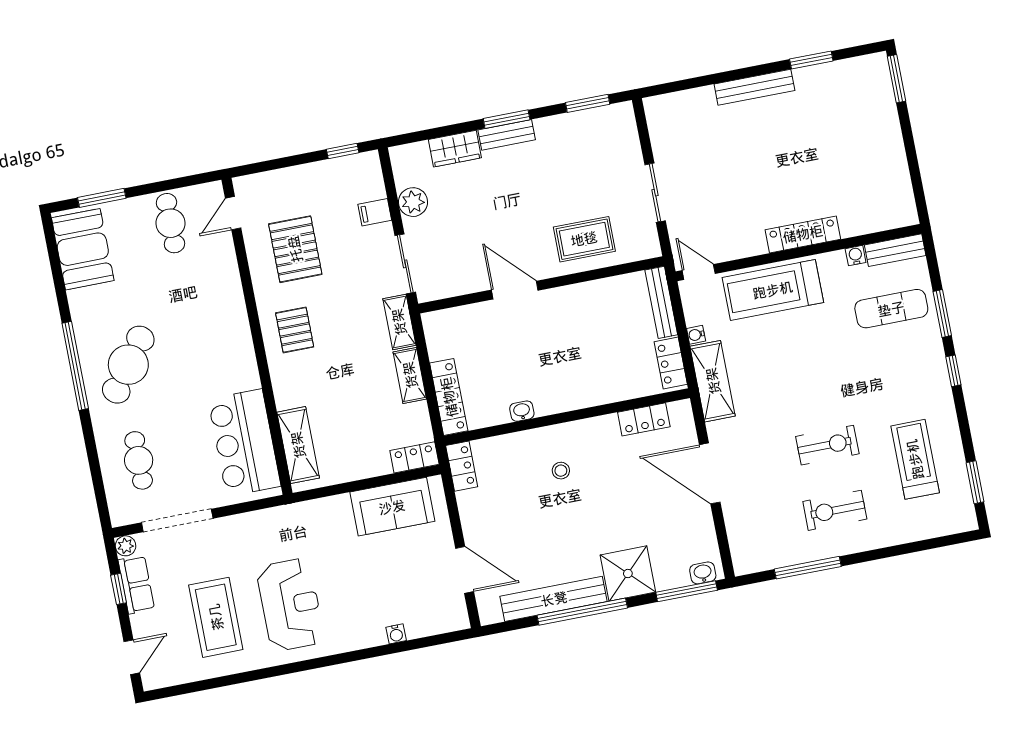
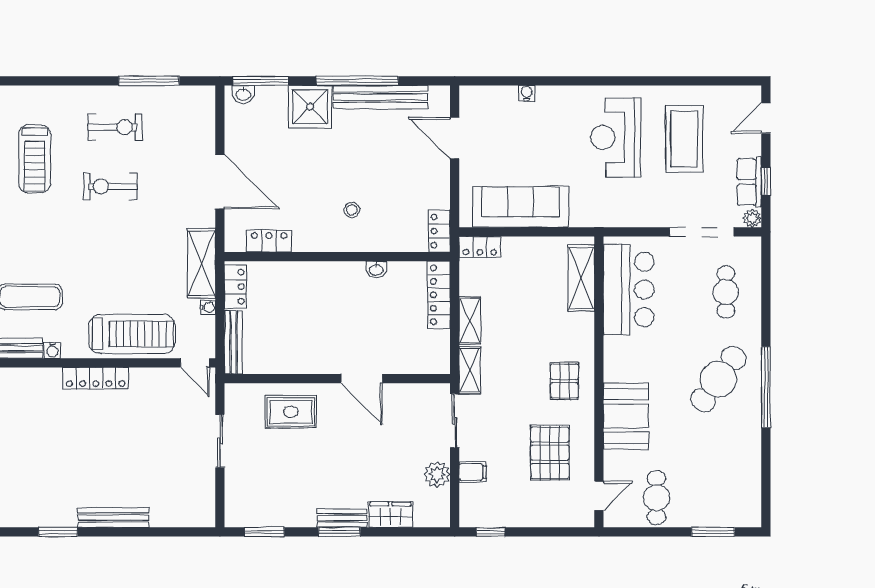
booth: (83, 249) -> (626, 416), moved
sofa: (392, 507) -> (521, 207), width x1.36

